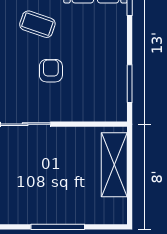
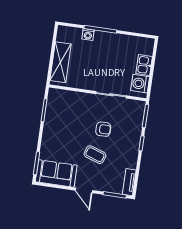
armchair: (51, 71) -> (103, 129), moved, turned -90
washing machine: (76, 216) -> (88, 35), added

